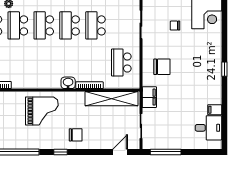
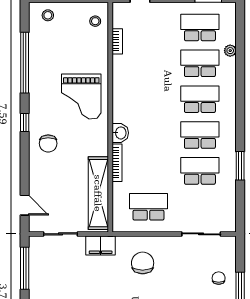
chair: (175, 26) -> (219, 278), moved
chair: (162, 67) -> (143, 263), turned 180

